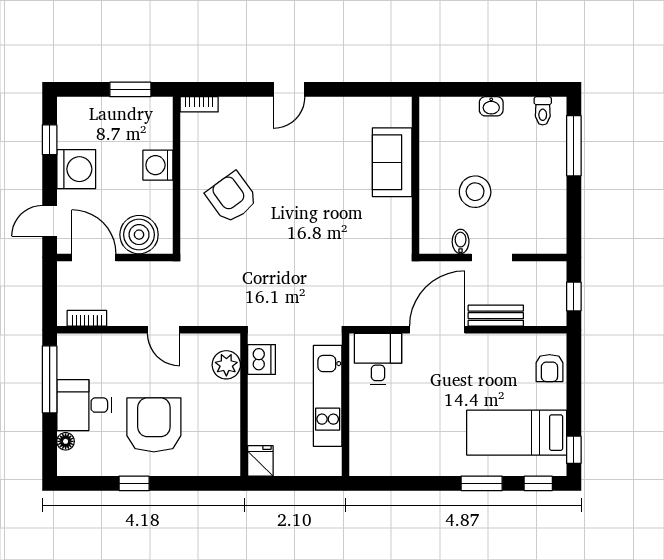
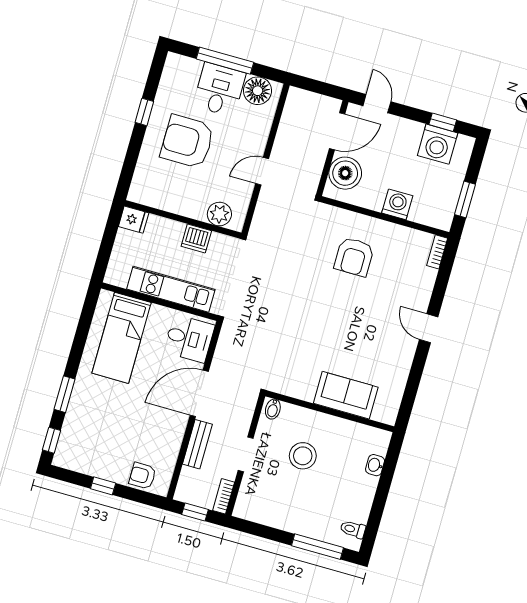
washbasin: (491, 106) -> (375, 465), moved
washing machine: (76, 169) -> (438, 144), moved
armchair: (232, 197) -> (354, 257), turned 126
bidet: (461, 242) -> (273, 409), moved, turned 90
bookcase: (87, 318) -> (224, 496), moved, turned 180
door: (437, 330) -> (199, 393), swing flipped
dishwasher: (262, 359) -> (196, 238), moved
window: (50, 379) -> (225, 61), moved
armchair: (154, 425) -> (187, 141), turned 180
bed: (517, 433) -> (122, 338), moved, turned 180
floor lamp: (66, 441) -> (258, 91), moved, width x1.89, depth x1.89
window: (574, 450) -> (103, 486), moved

